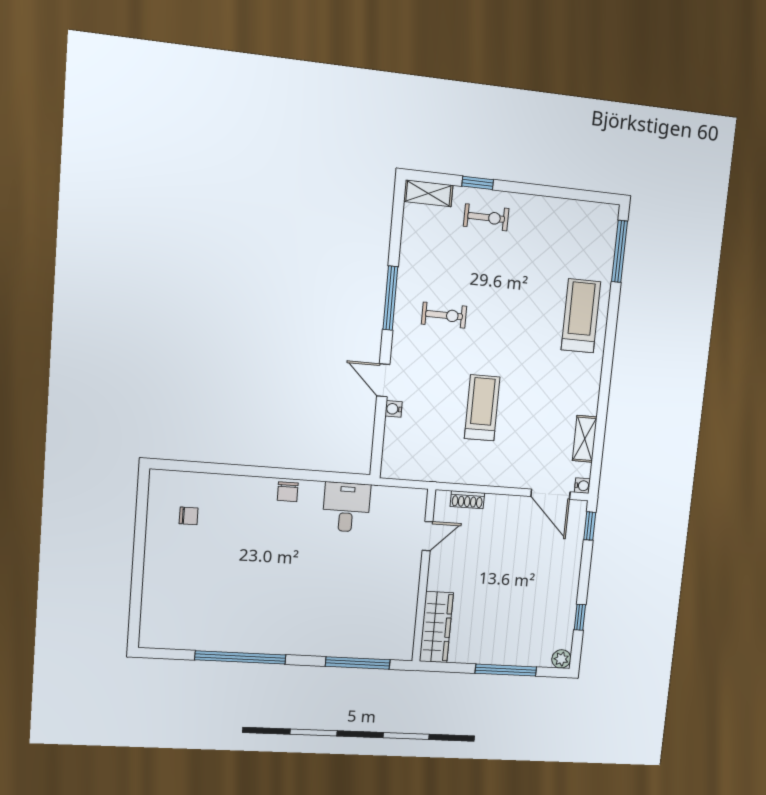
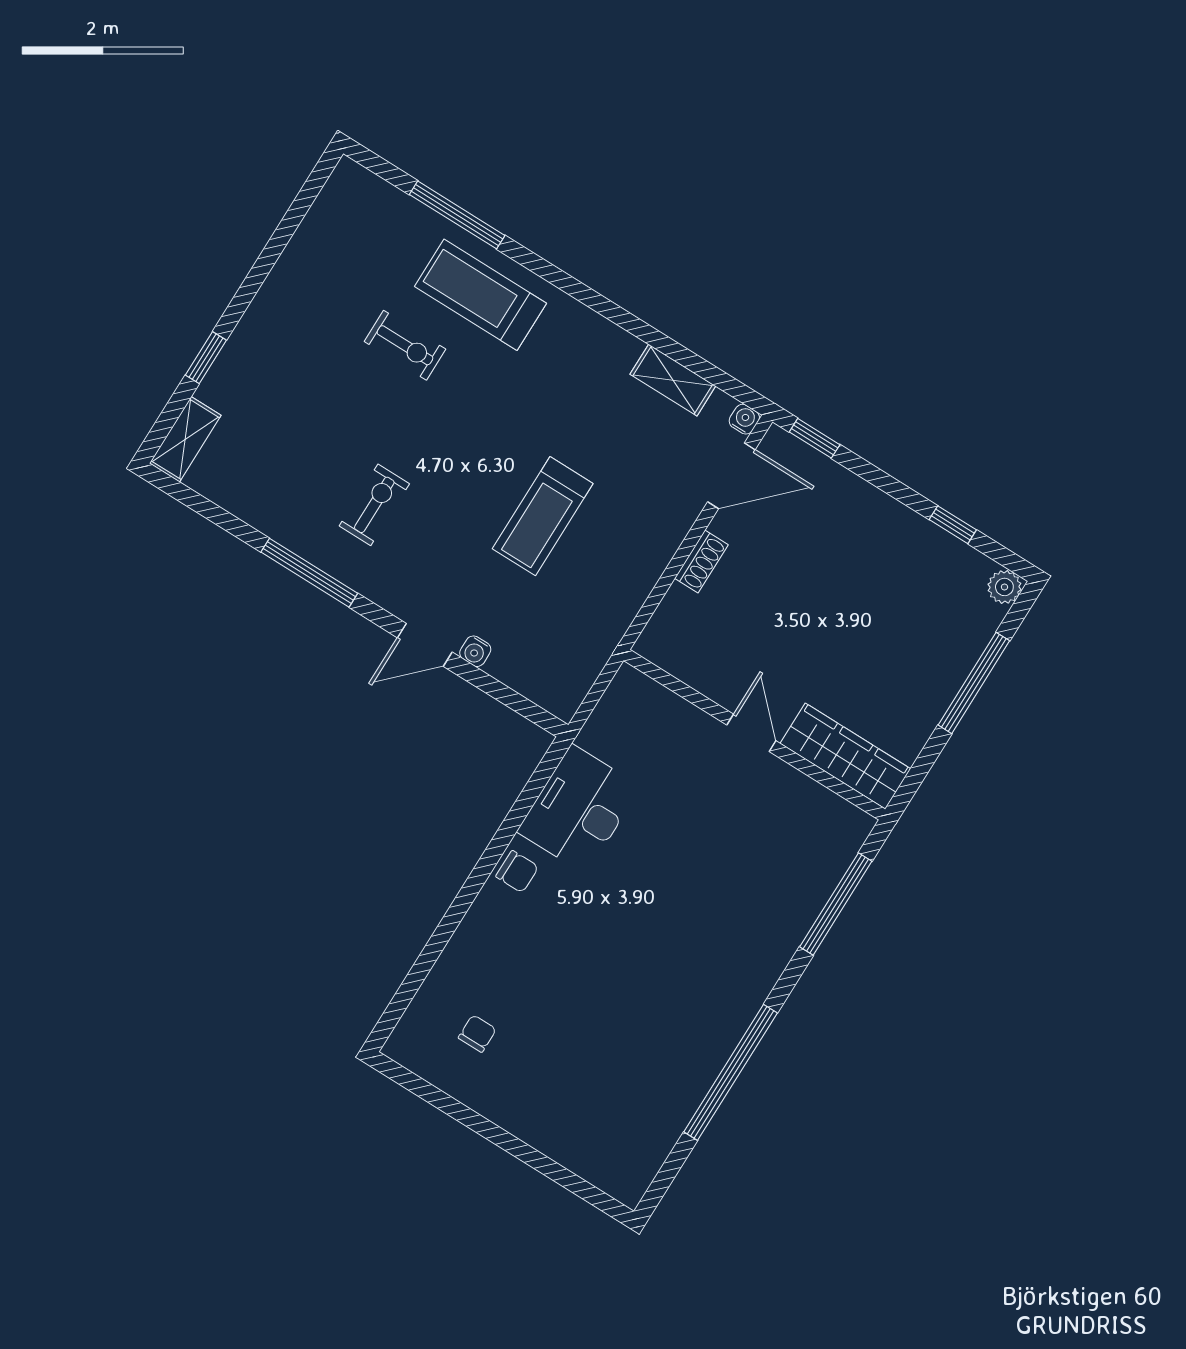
exercise bike: (486, 217) -> (405, 345), moved, turned 90
window: (620, 251) -> (457, 215), moved
treadmill: (482, 408) -> (543, 516), turned -90
shoe rack: (467, 500) -> (701, 561), moved
desk: (346, 507) -> (579, 809), width x1.37
door: (427, 536) -> (751, 733), moved

